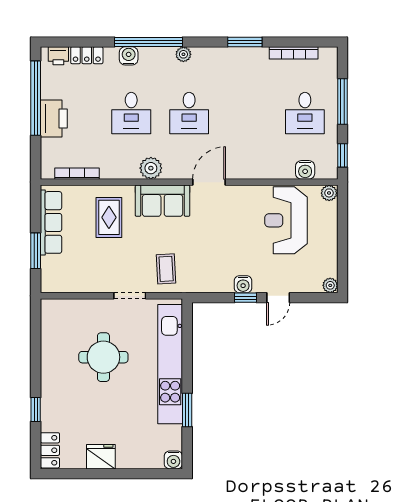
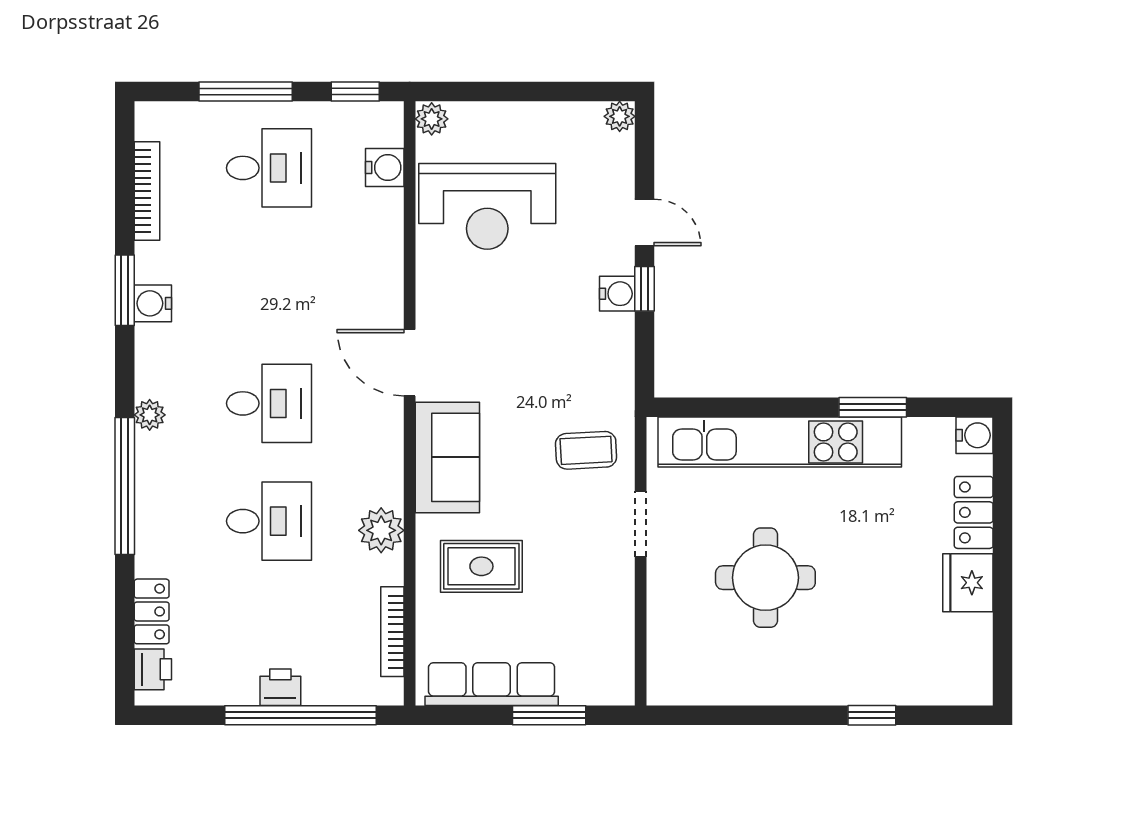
water cooler: (129, 56) -> (153, 303), moved
window: (36, 98) -> (300, 715), moved
printer: (54, 119) -> (280, 687), width x0.53, depth x0.68
plant: (151, 168) -> (381, 530), moved
locker: (50, 450) -> (974, 512), moved, turned -90

